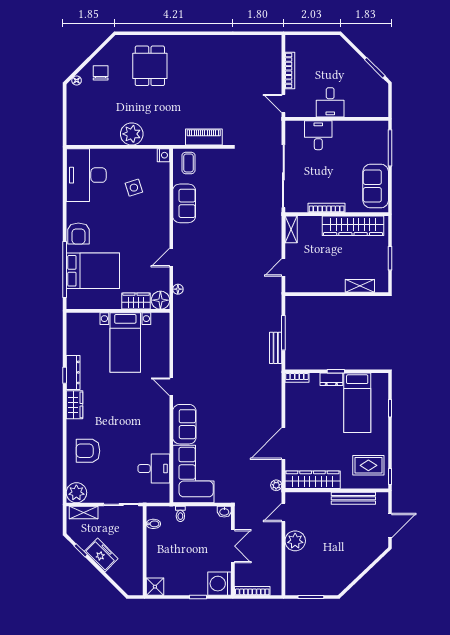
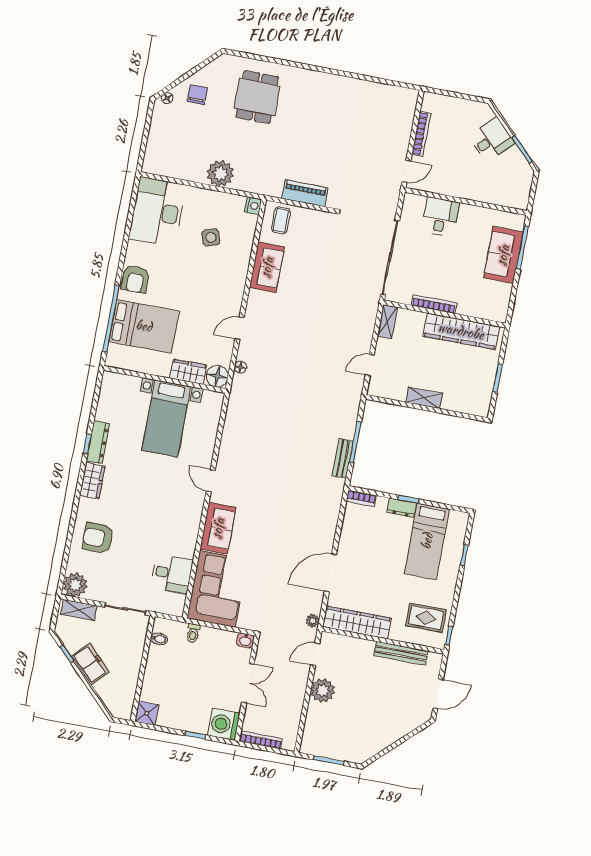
desk: (330, 102) -> (492, 140), moved, turned -135
door: (283, 103) -> (406, 171), swing flipped
sofa: (376, 186) -> (503, 255), moved
shelving: (360, 286) -> (424, 398), moved

